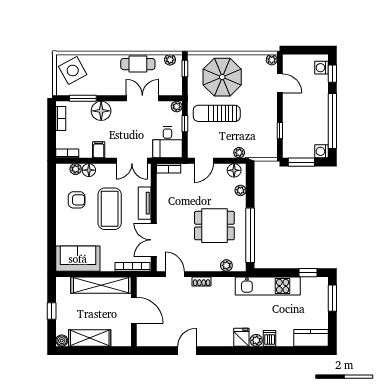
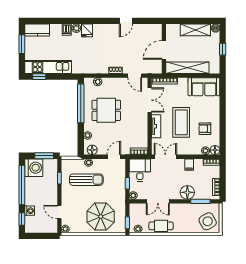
washing machine: (322, 68) -> (30, 211), moved
sun lounger: (217, 113) -> (86, 180), moved
washing machine: (321, 151) -> (34, 168), width x1.89, depth x1.89
floor lamp: (89, 170) -> (215, 150), moved
kitchen unit: (268, 286) -> (48, 67), moved
window: (332, 298) -> (22, 44), moved
door: (134, 310) -> (164, 50), hinge flipped

